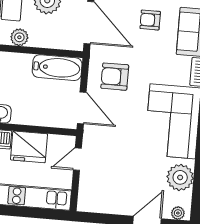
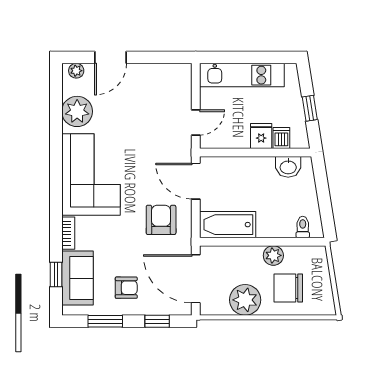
armchair: (115, 77) -> (161, 220), turned -90
fridge: (29, 147) -> (261, 136), width x0.53, depth x0.75

